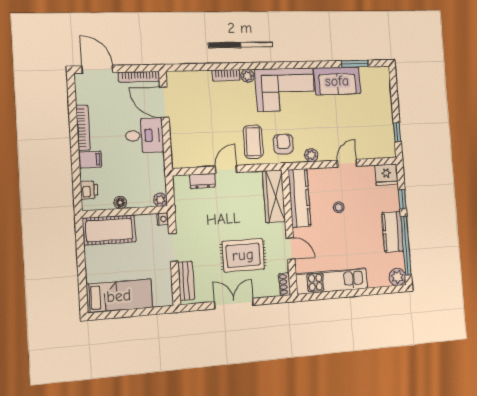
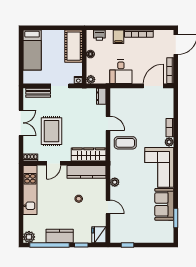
desk: (144, 135) -> (121, 72), moved
armchair: (283, 144) -> (123, 163), removed
dresser: (202, 181) -> (101, 96), moved

